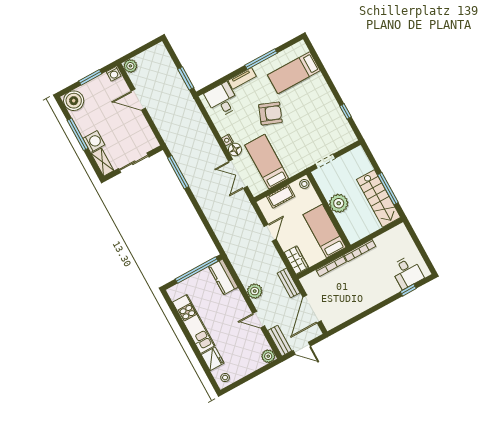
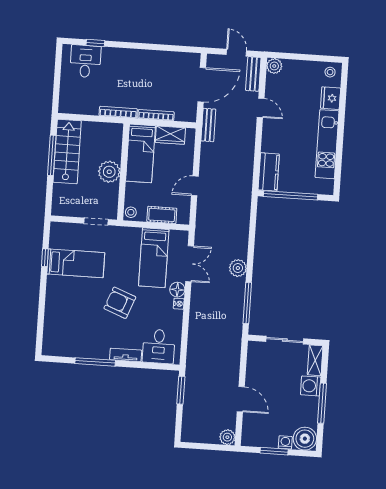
bed: (294, 73) -> (76, 263), moved
washing machine: (114, 74) -> (285, 442), moved
wardrobe: (296, 260) -> (170, 135), moved, turned -90
plant: (255, 291) -> (238, 268), moved

